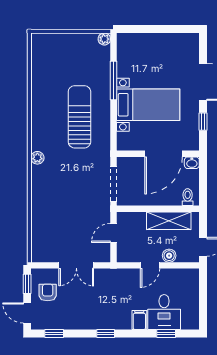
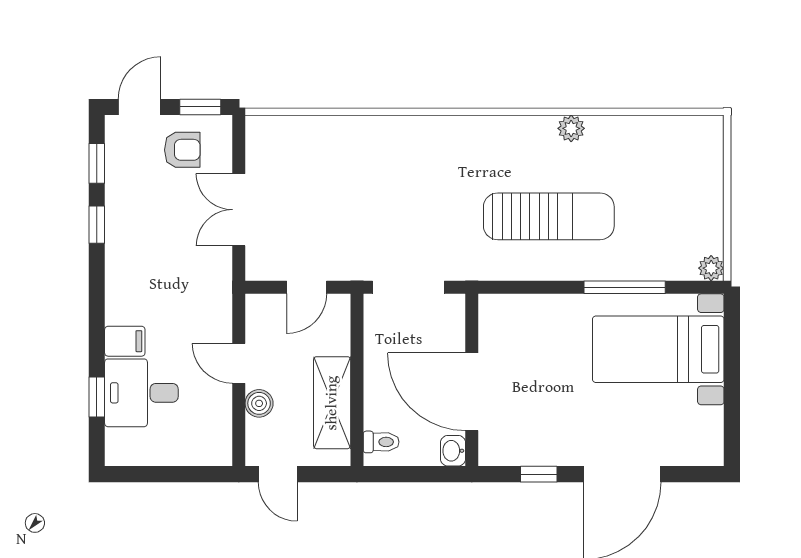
bed with nightstands: (148, 105) -> (658, 349), moved, turned 90
plant: (37, 158) -> (571, 128), moved
door: (114, 233) -> (307, 287), swing flipped
window: (106, 333) -> (97, 225), moved

